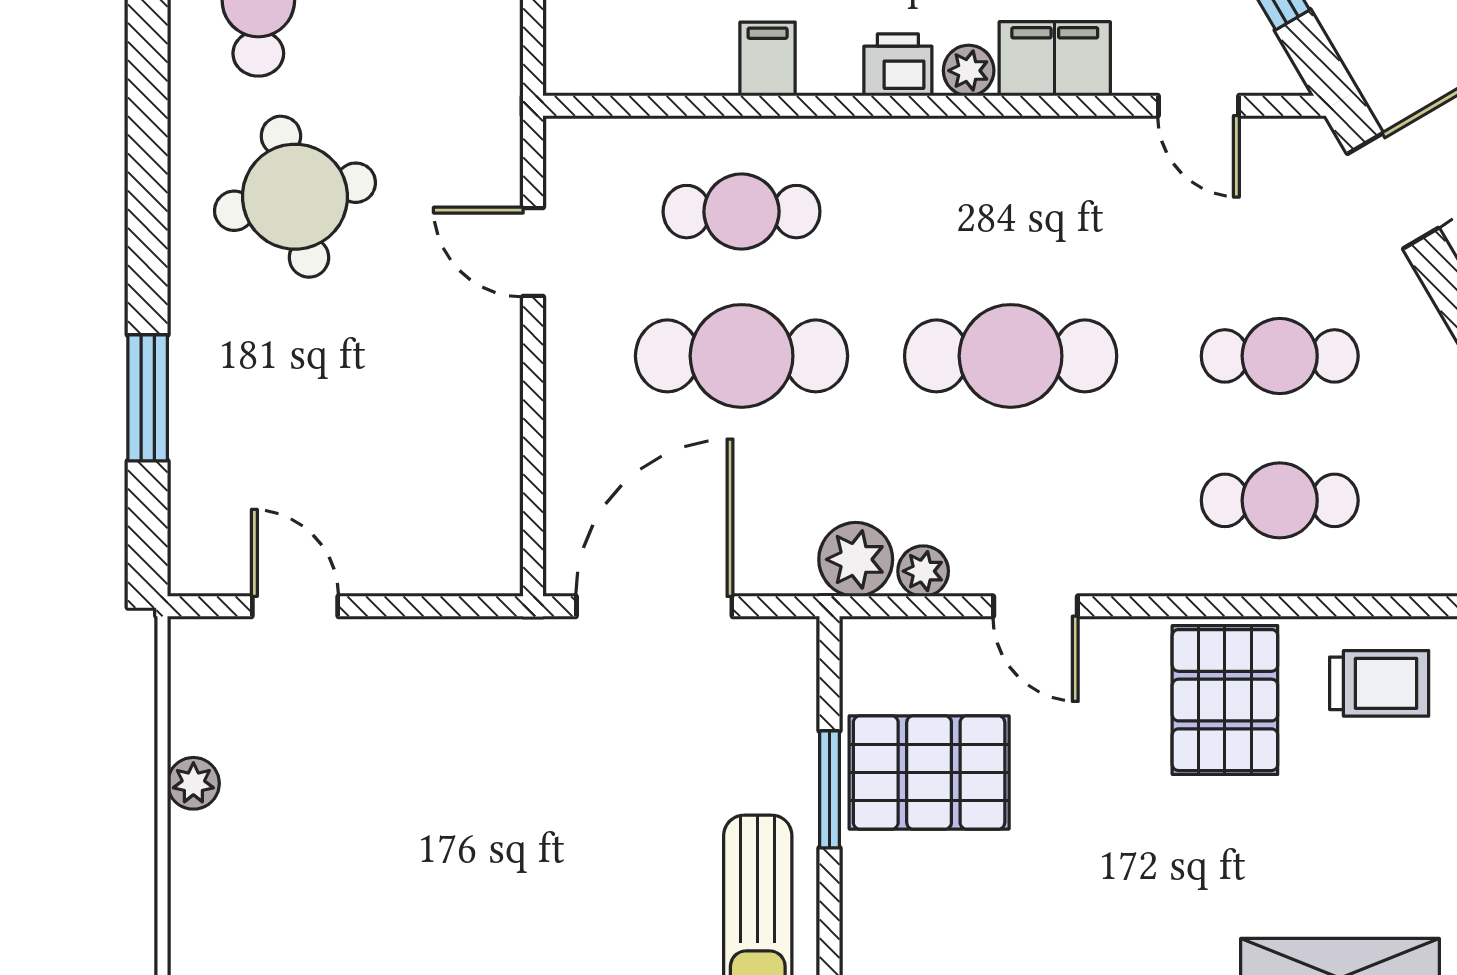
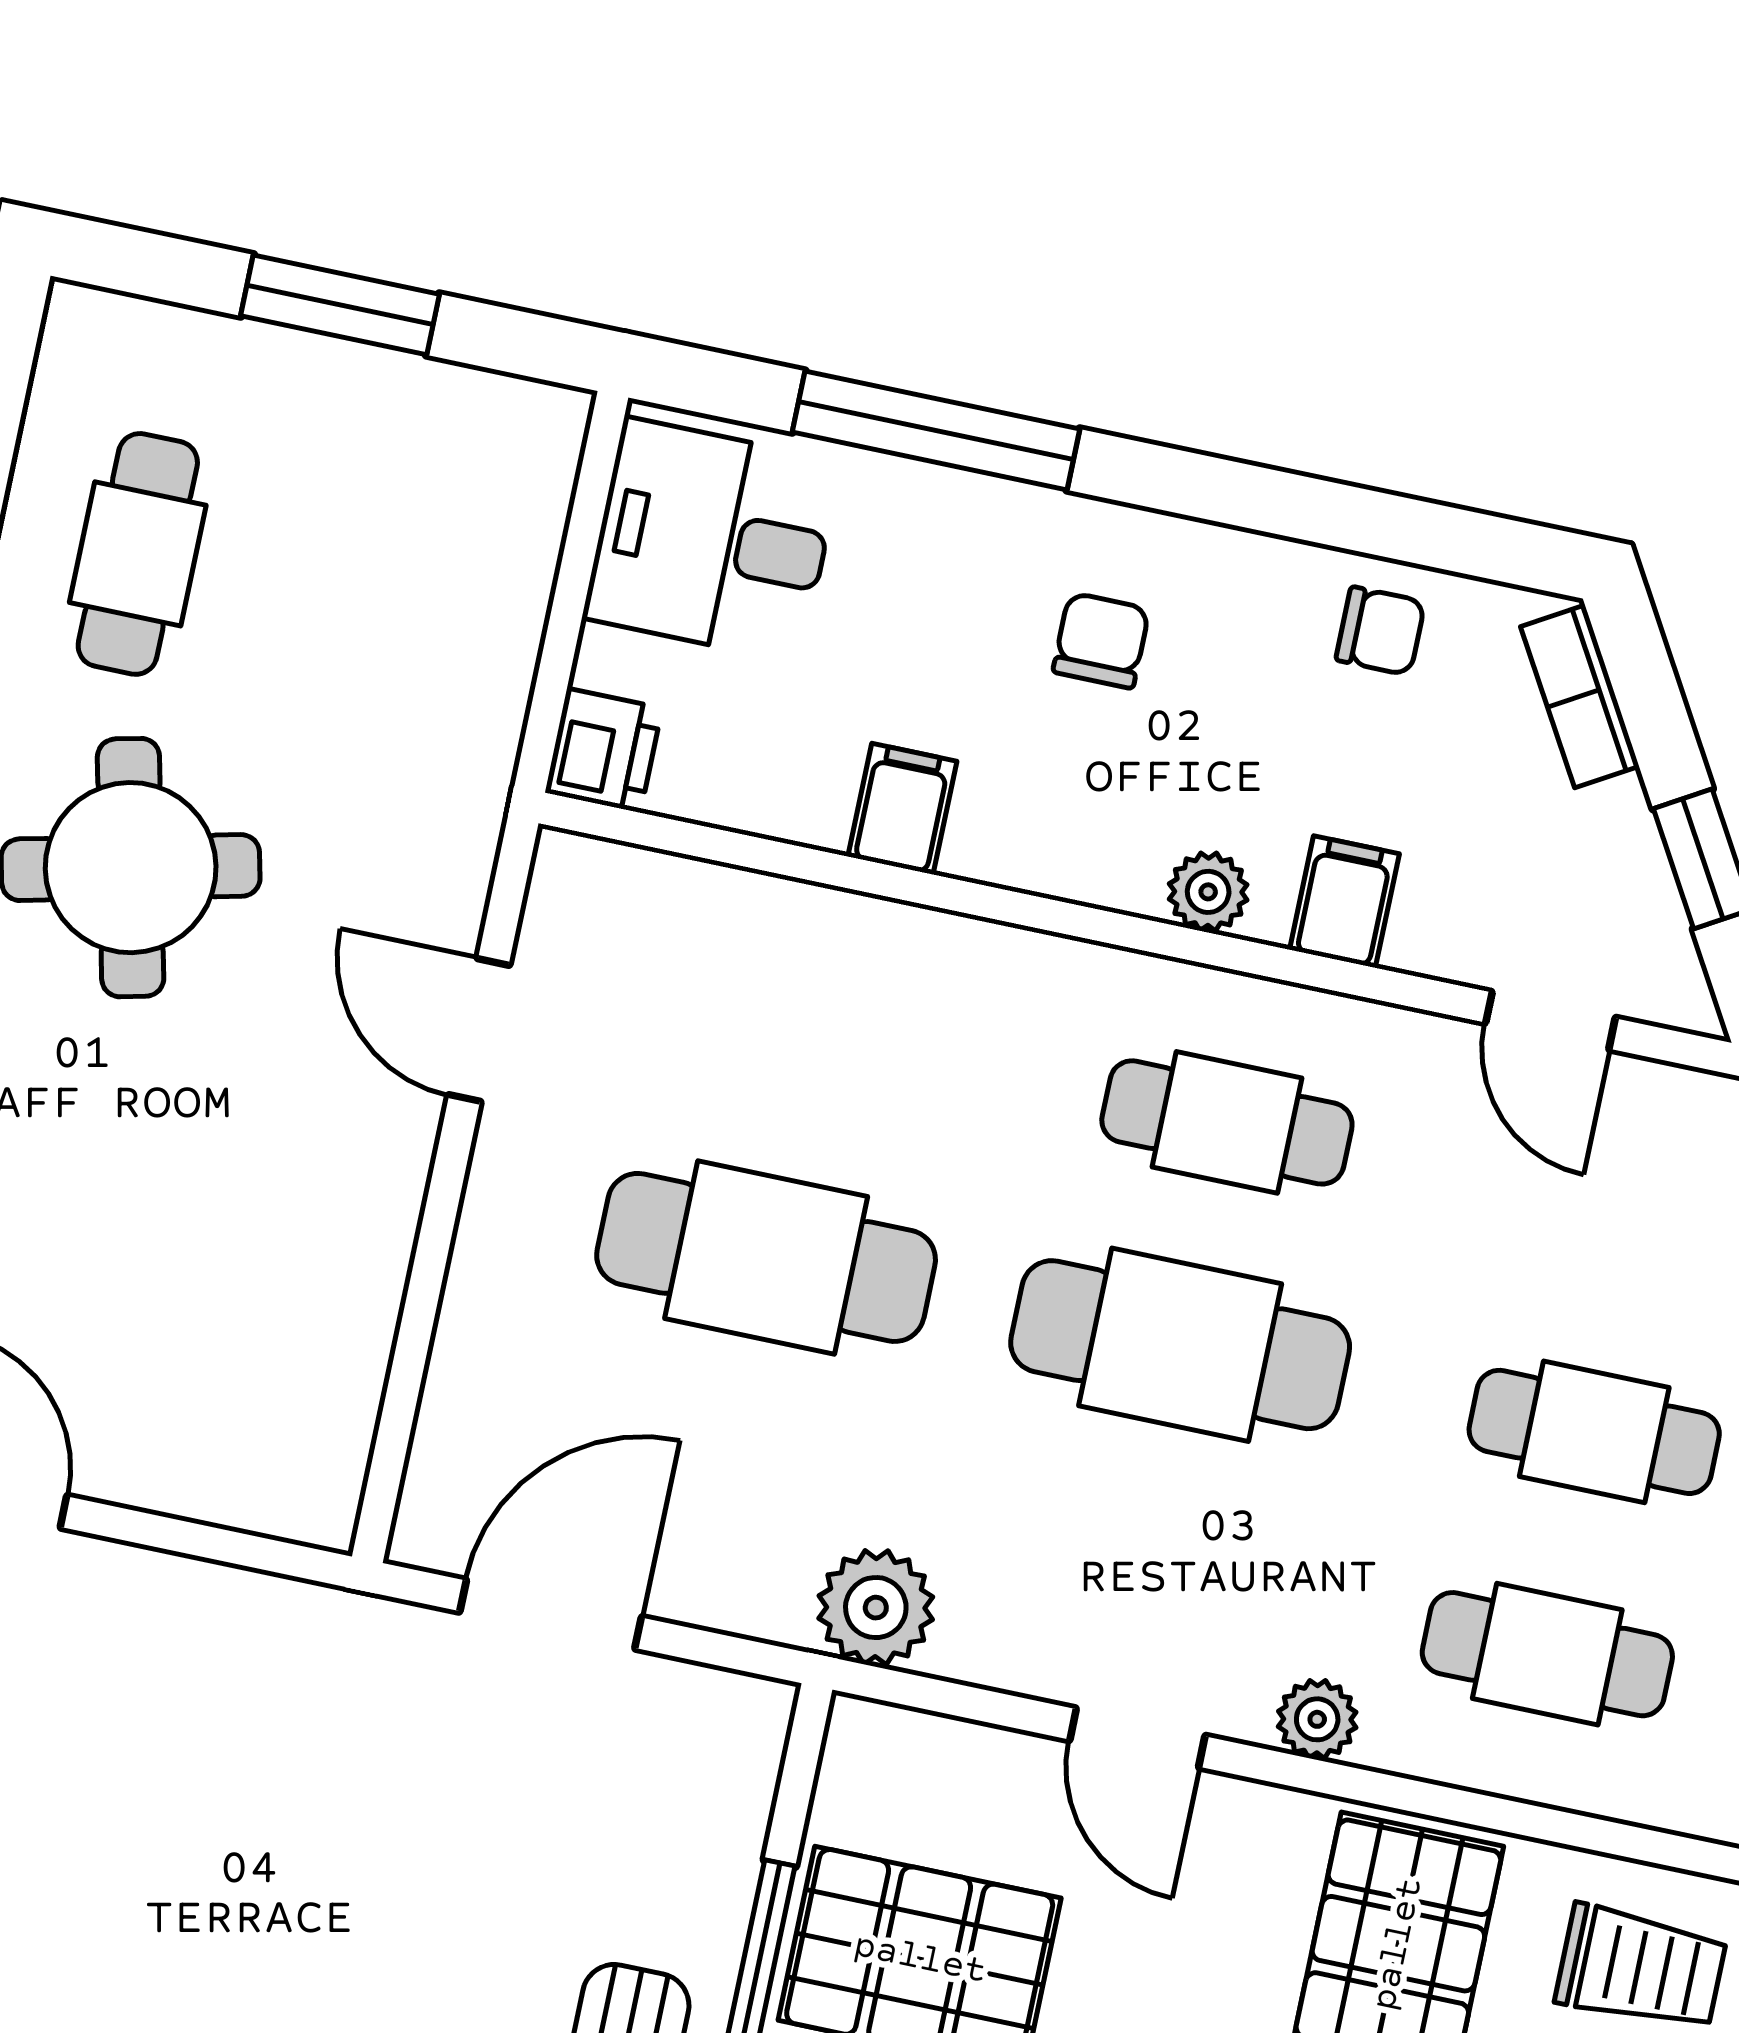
filing cabinet: (1055, 59) -> (1344, 902), width x0.50
printer: (898, 65) -> (604, 750), moved, turned 90
cafe table: (742, 212) -> (1227, 1122), moved
plant: (923, 571) -> (1317, 1719), moved
door: (654, 606) -> (551, 1614), width x0.73

